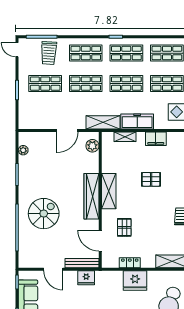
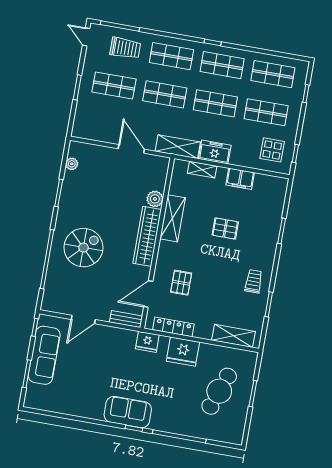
trolley: (49, 53) -> (125, 48), turned -93
freezer: (137, 121) -> (215, 152), width x0.71
door: (67, 130) -> (131, 149), swing flipped
plant: (92, 146) -> (155, 199), moved
shelving: (109, 191) -> (173, 218), moved
door: (100, 241) -> (148, 294), hinge flipped
bench: (82, 263) -> (126, 319), width x0.73
locker: (130, 263) -> (173, 327), width x1.53
door: (53, 269) -> (83, 319), hinge flipped
fridge: (86, 278) -> (147, 342), moved

